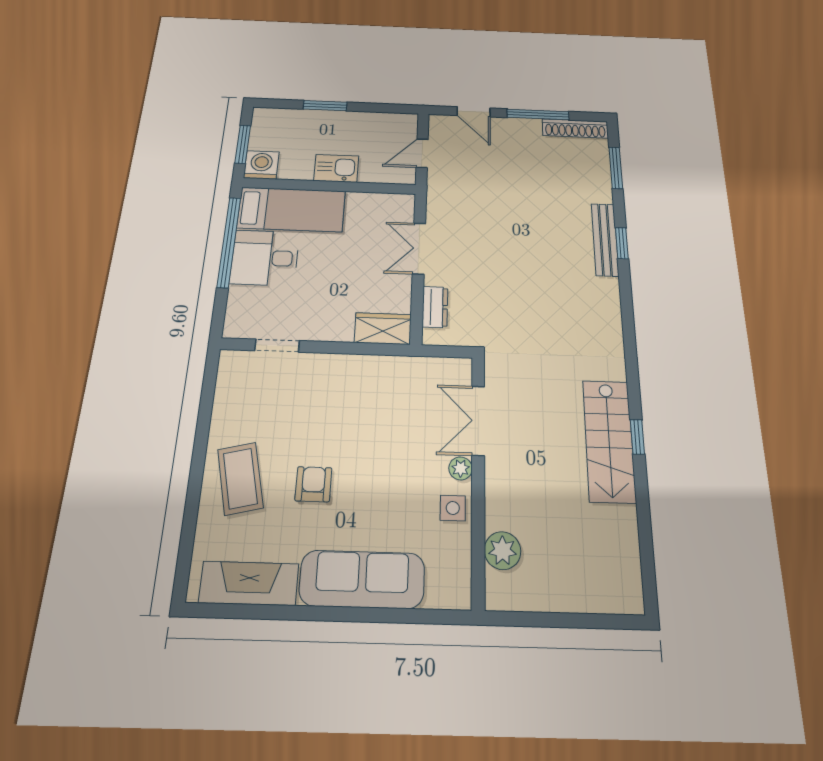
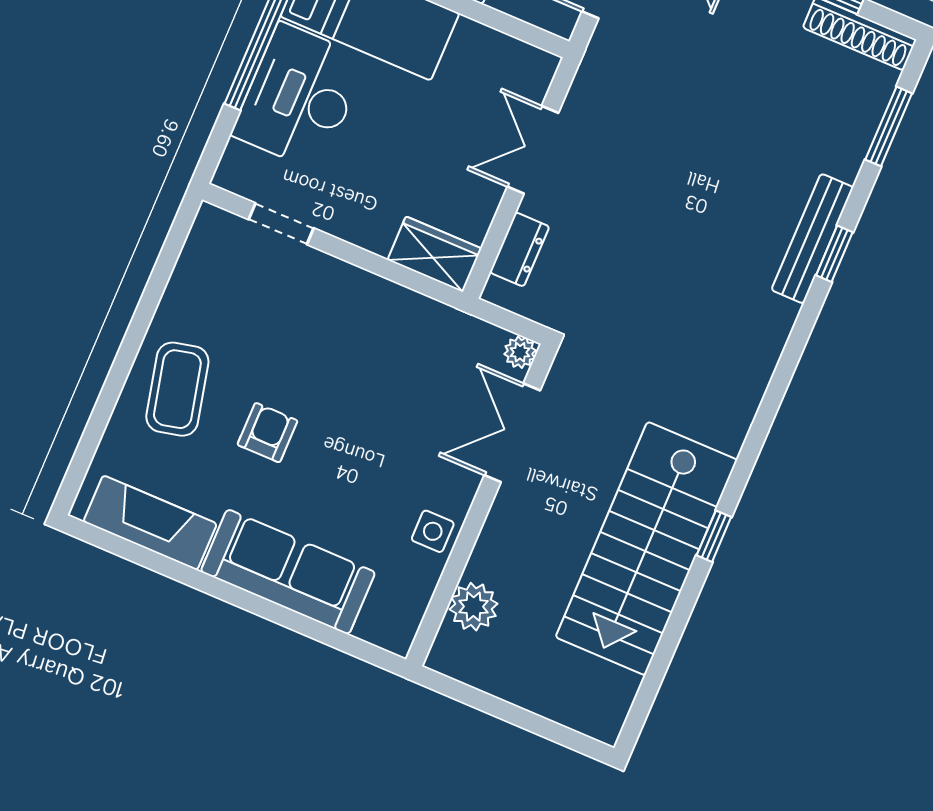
desk: (265, 258) -> (299, 97), width x1.37
stairs: (609, 441) -> (646, 548), width x1.36, depth x1.51
plant: (461, 468) -> (520, 352), moved

